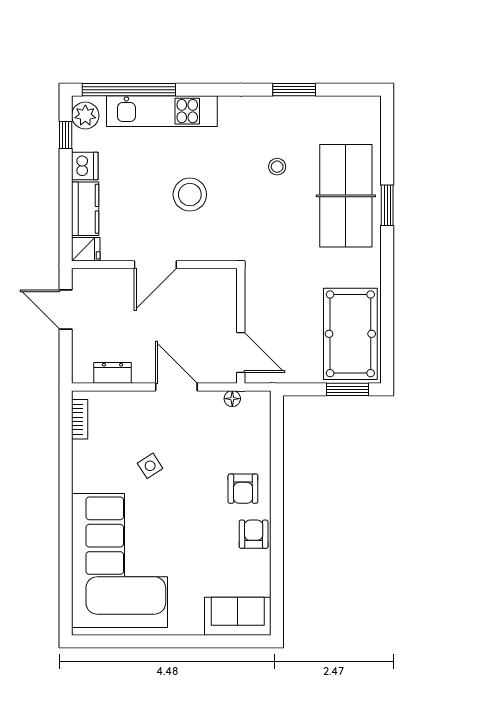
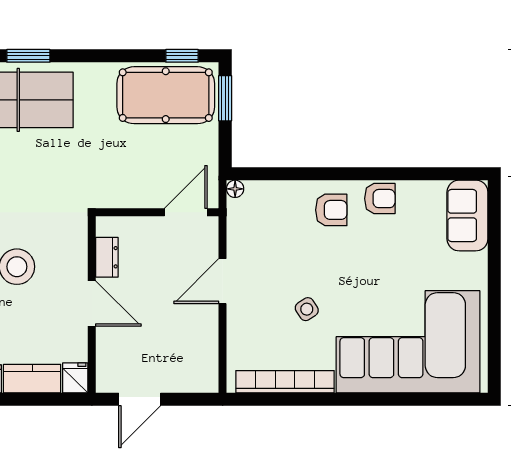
window: (387, 349) -> (182, 56), added
dresser: (112, 373) -> (107, 257), moved, turned 180
floor lamp: (232, 399) -> (235, 189), moved
bookcase: (80, 419) -> (285, 382), width x2.31, depth x1.31
armchair: (254, 534) -> (380, 199), turned 180

